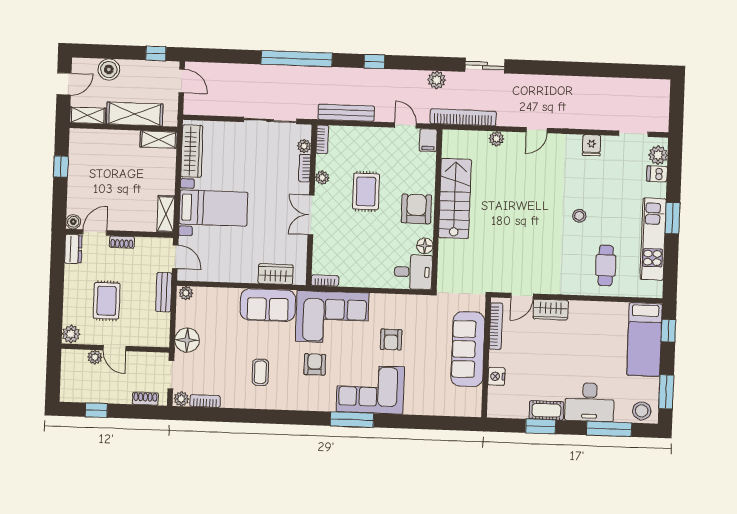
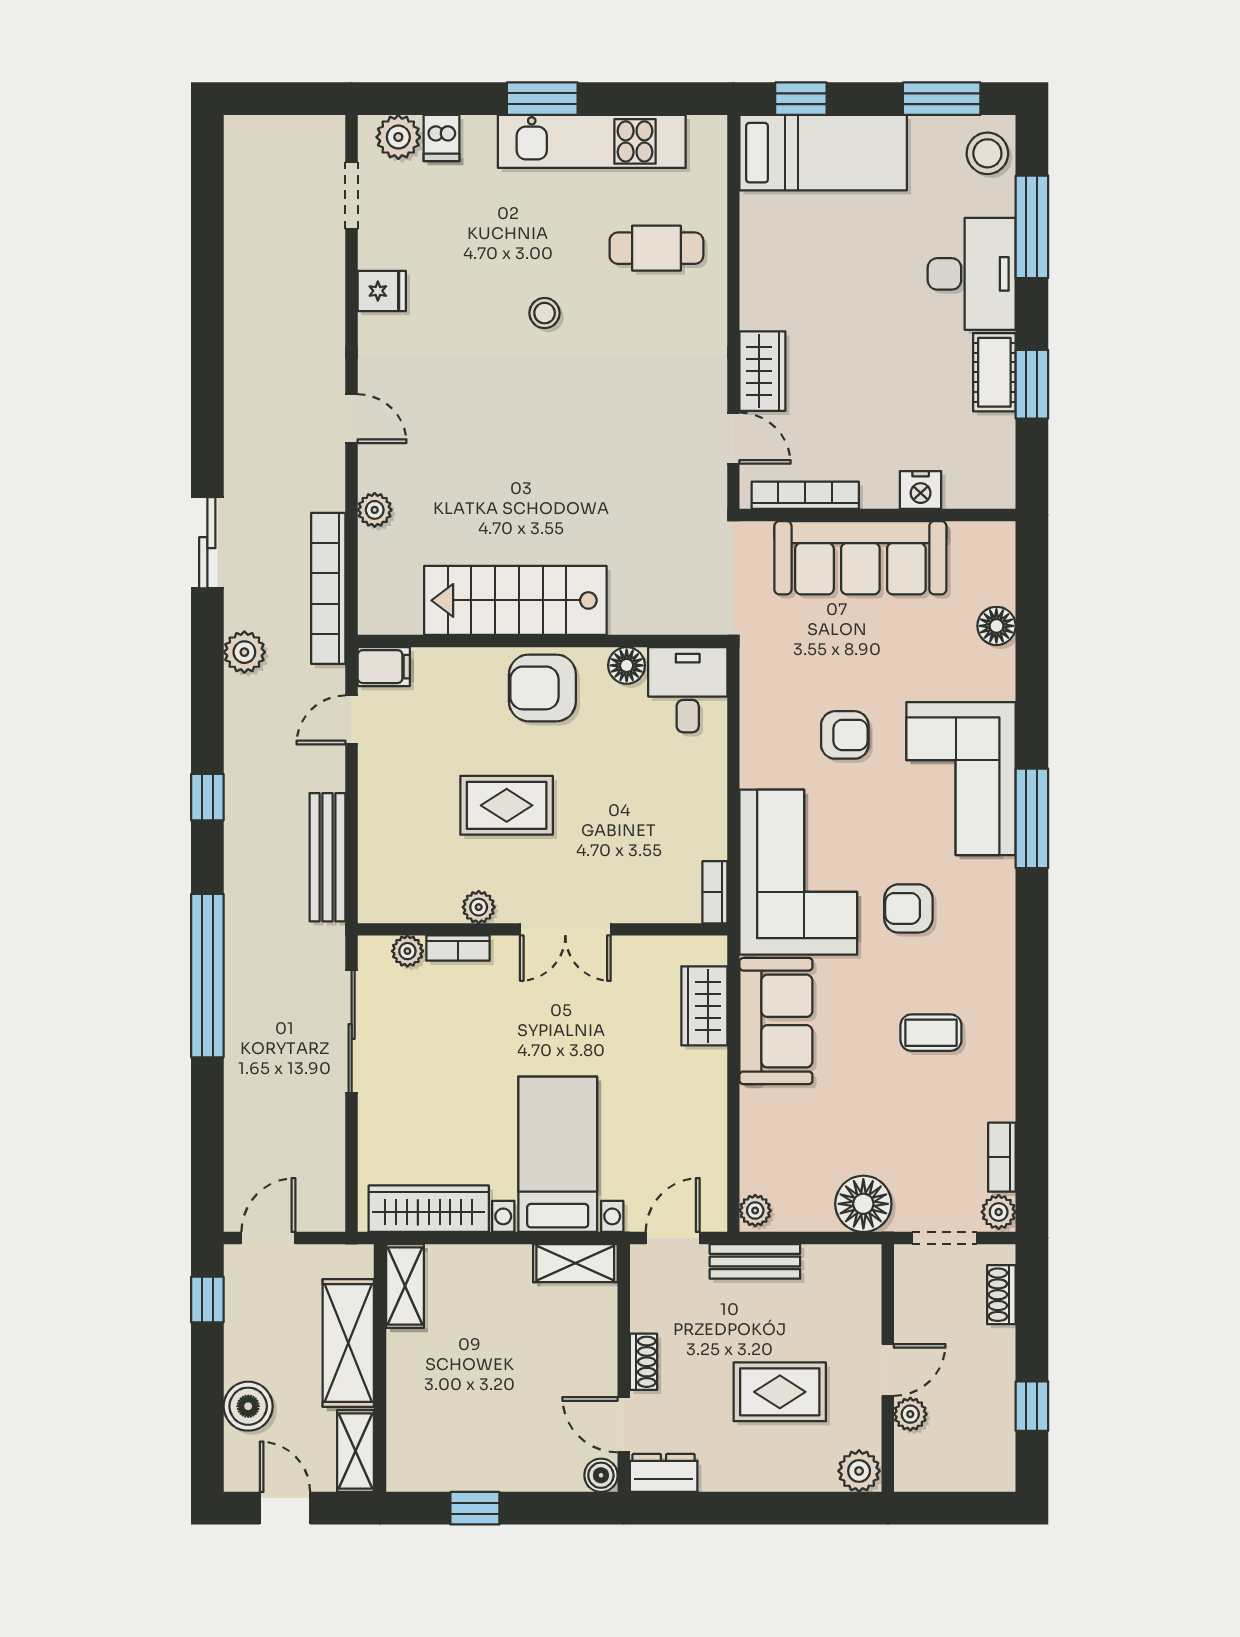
bookcase: (322, 139) -> (391, 910), removed
floor lamp: (436, 407) -> (996, 626), added

